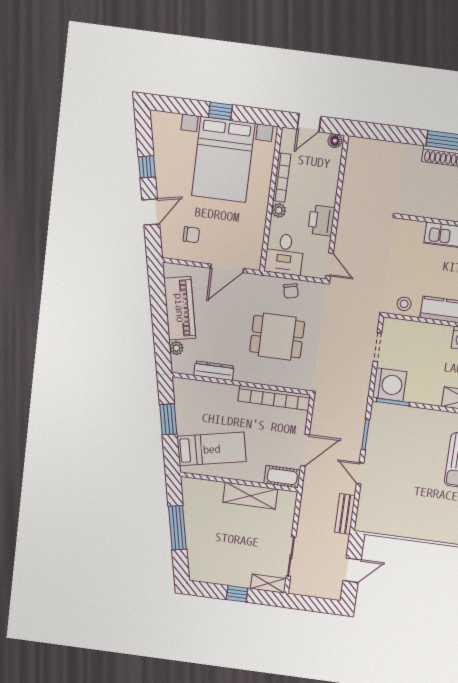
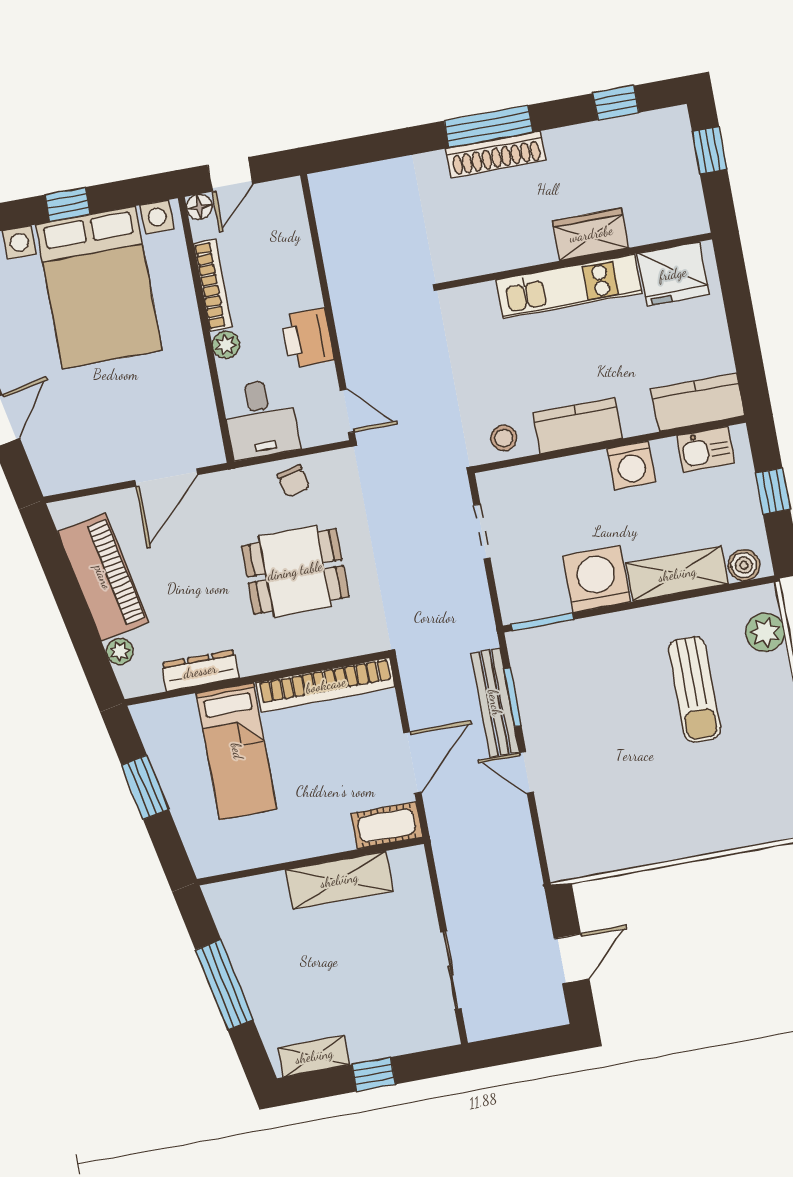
floor lamp: (335, 141) -> (199, 207), moved
chair: (191, 235) -> (83, 438), removed
washing machine: (390, 385) -> (597, 579), moved, turned -90
bed: (212, 449) -> (237, 751), moved, turned 101
bench: (345, 514) -> (495, 703), moved, width x1.36
shelving: (268, 584) -> (314, 1056), moved

